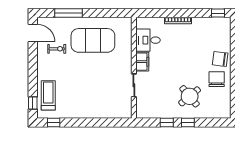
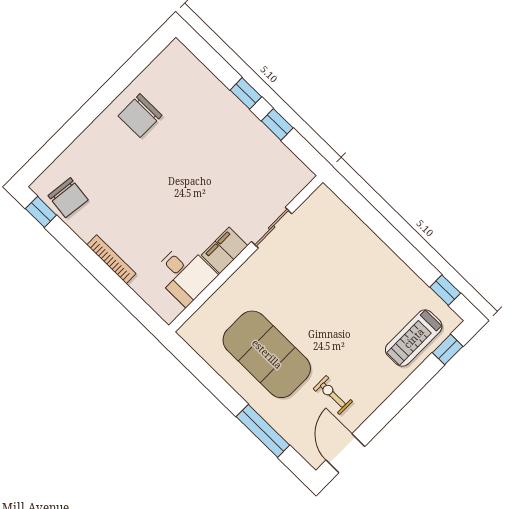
chair: (220, 59) -> (68, 198), moved
round table: (190, 96) -> (205, 130), removed

